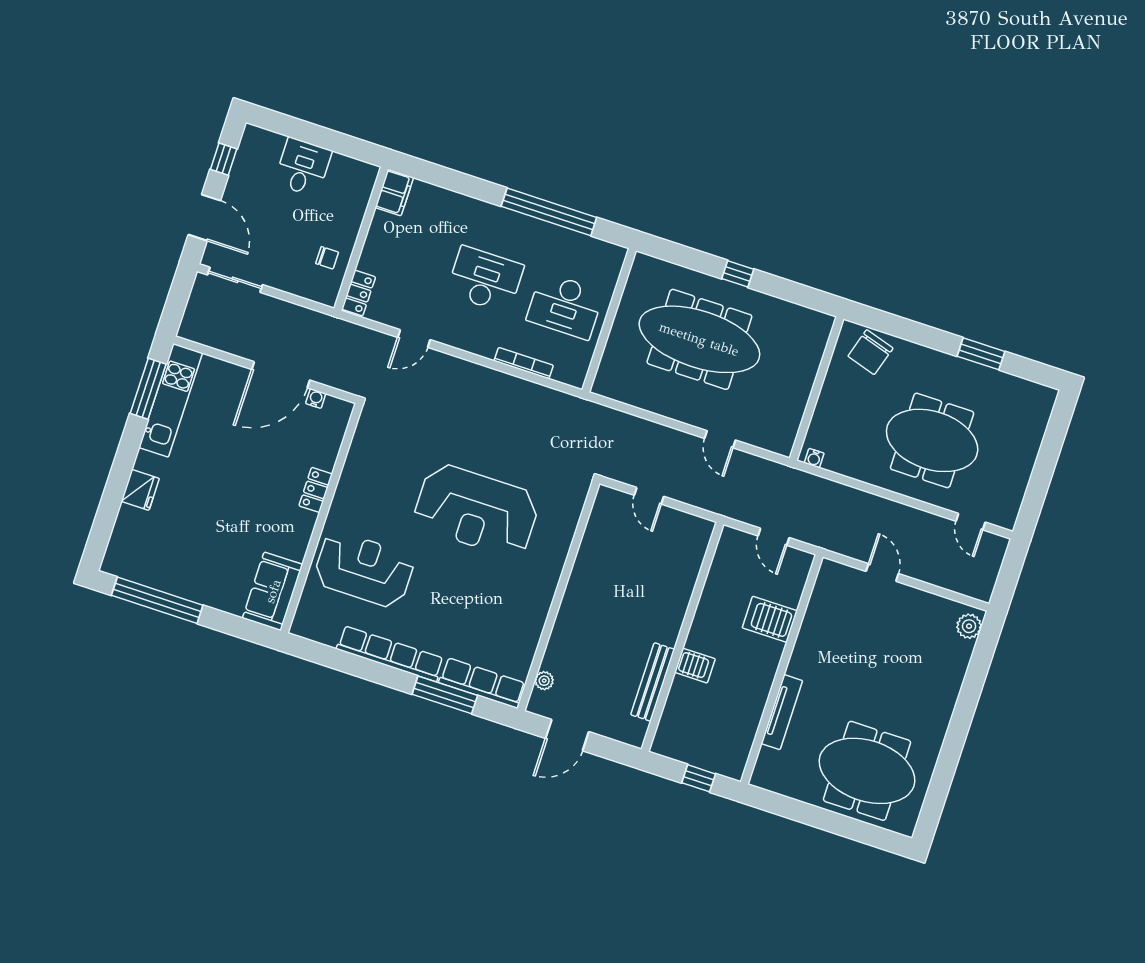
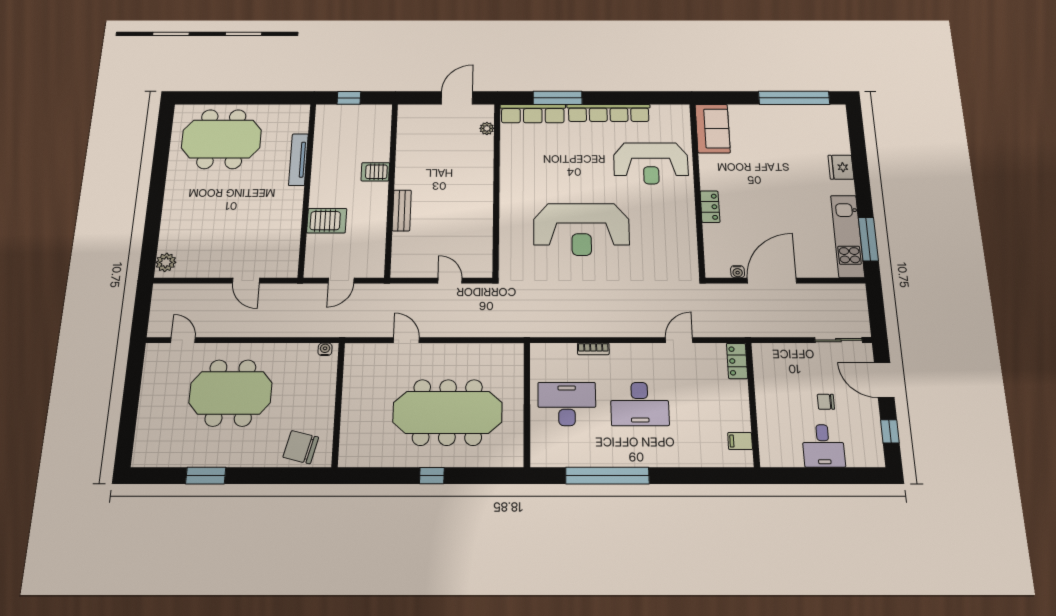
filing cabinet: (394, 192) -> (740, 441), width x0.50
chair: (327, 258) -> (826, 402), moved
chair: (870, 352) -> (301, 447), turned -93
bookcase: (524, 363) -> (593, 349), width x0.64
reception desk: (476, 510) -> (581, 229), turned 180
door: (774, 537) -> (341, 281), swing flipped
bench: (653, 682) -> (402, 210), moved, width x0.73

